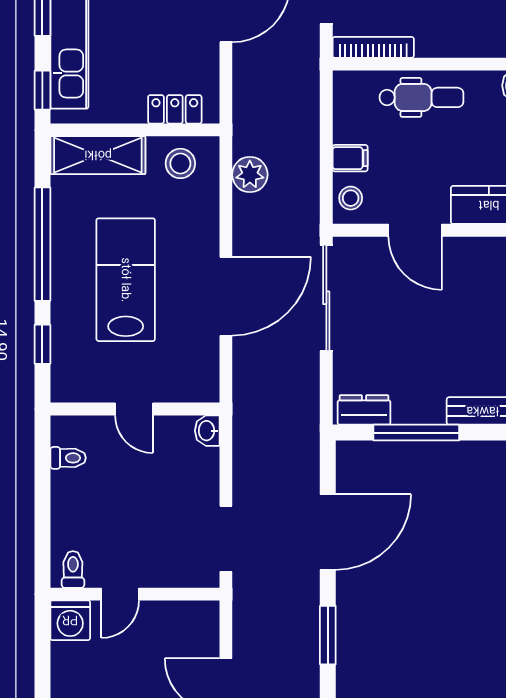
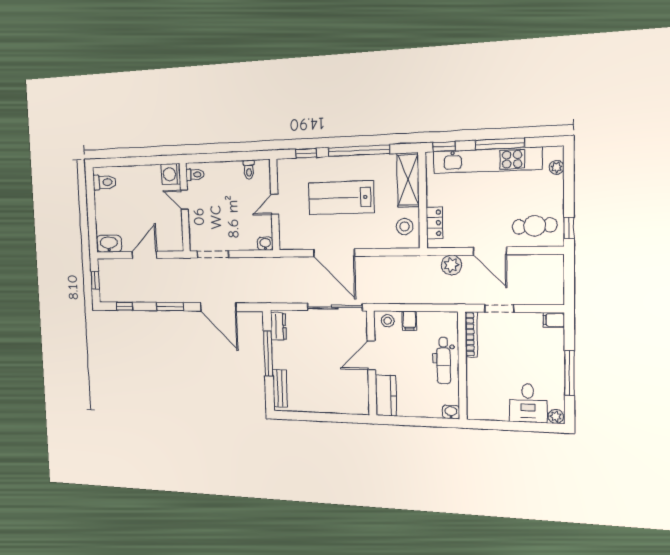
plant: (250, 175) -> (451, 265), moved
lab bench: (126, 280) -> (341, 198), turned 180

